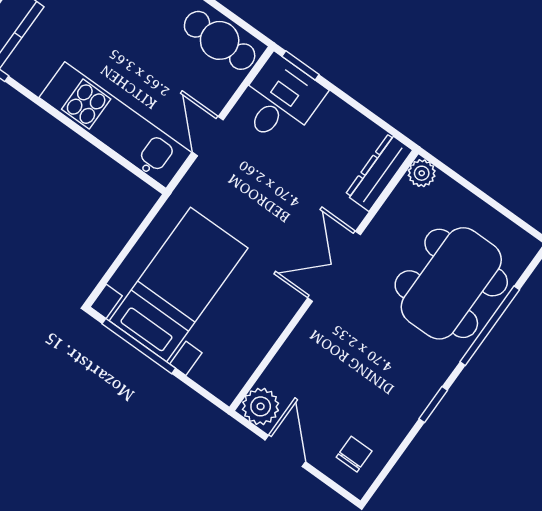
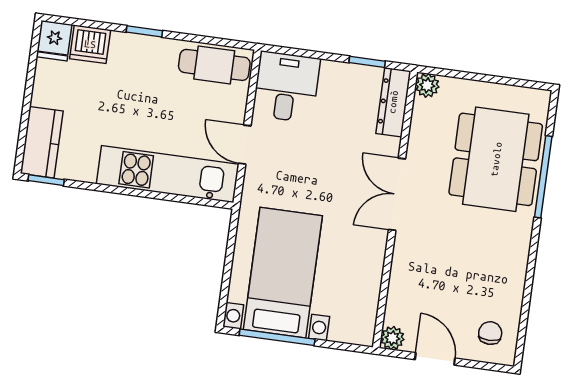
window: (300, 65) -> (367, 62), moved
window: (433, 405) -> (532, 262), removed
plant: (261, 406) -> (392, 338), width x0.73, depth x0.73

